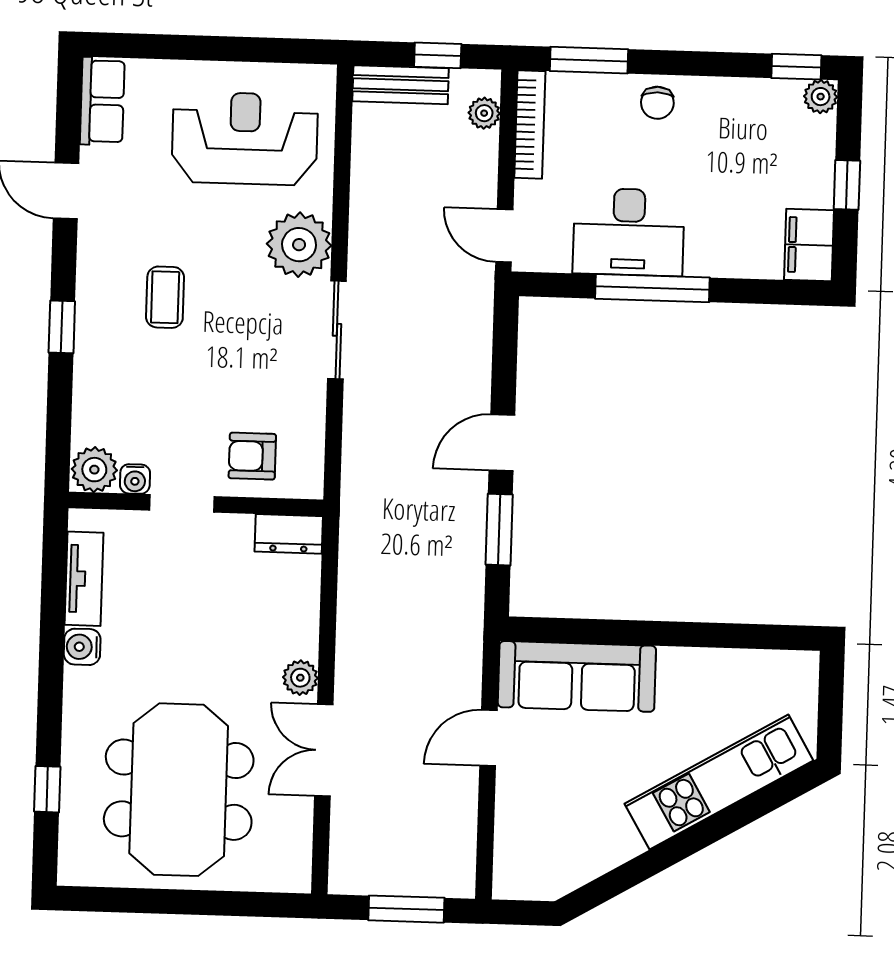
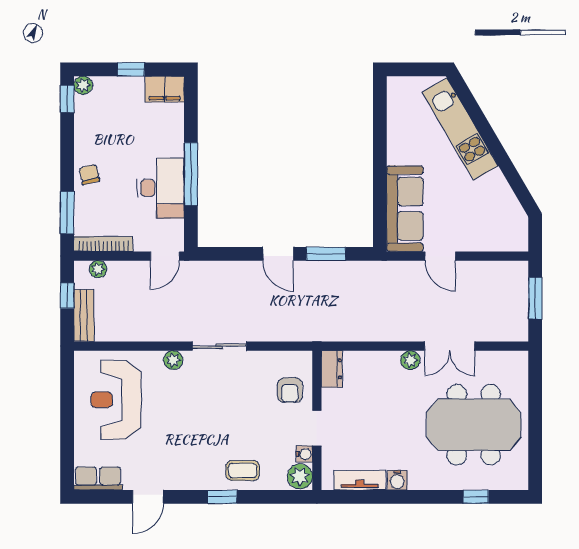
chair: (657, 103) -> (89, 174), turned -103
plant: (299, 245) -> (173, 360), width x0.53, depth x0.53
coffee table: (165, 297) -> (243, 471), moved

